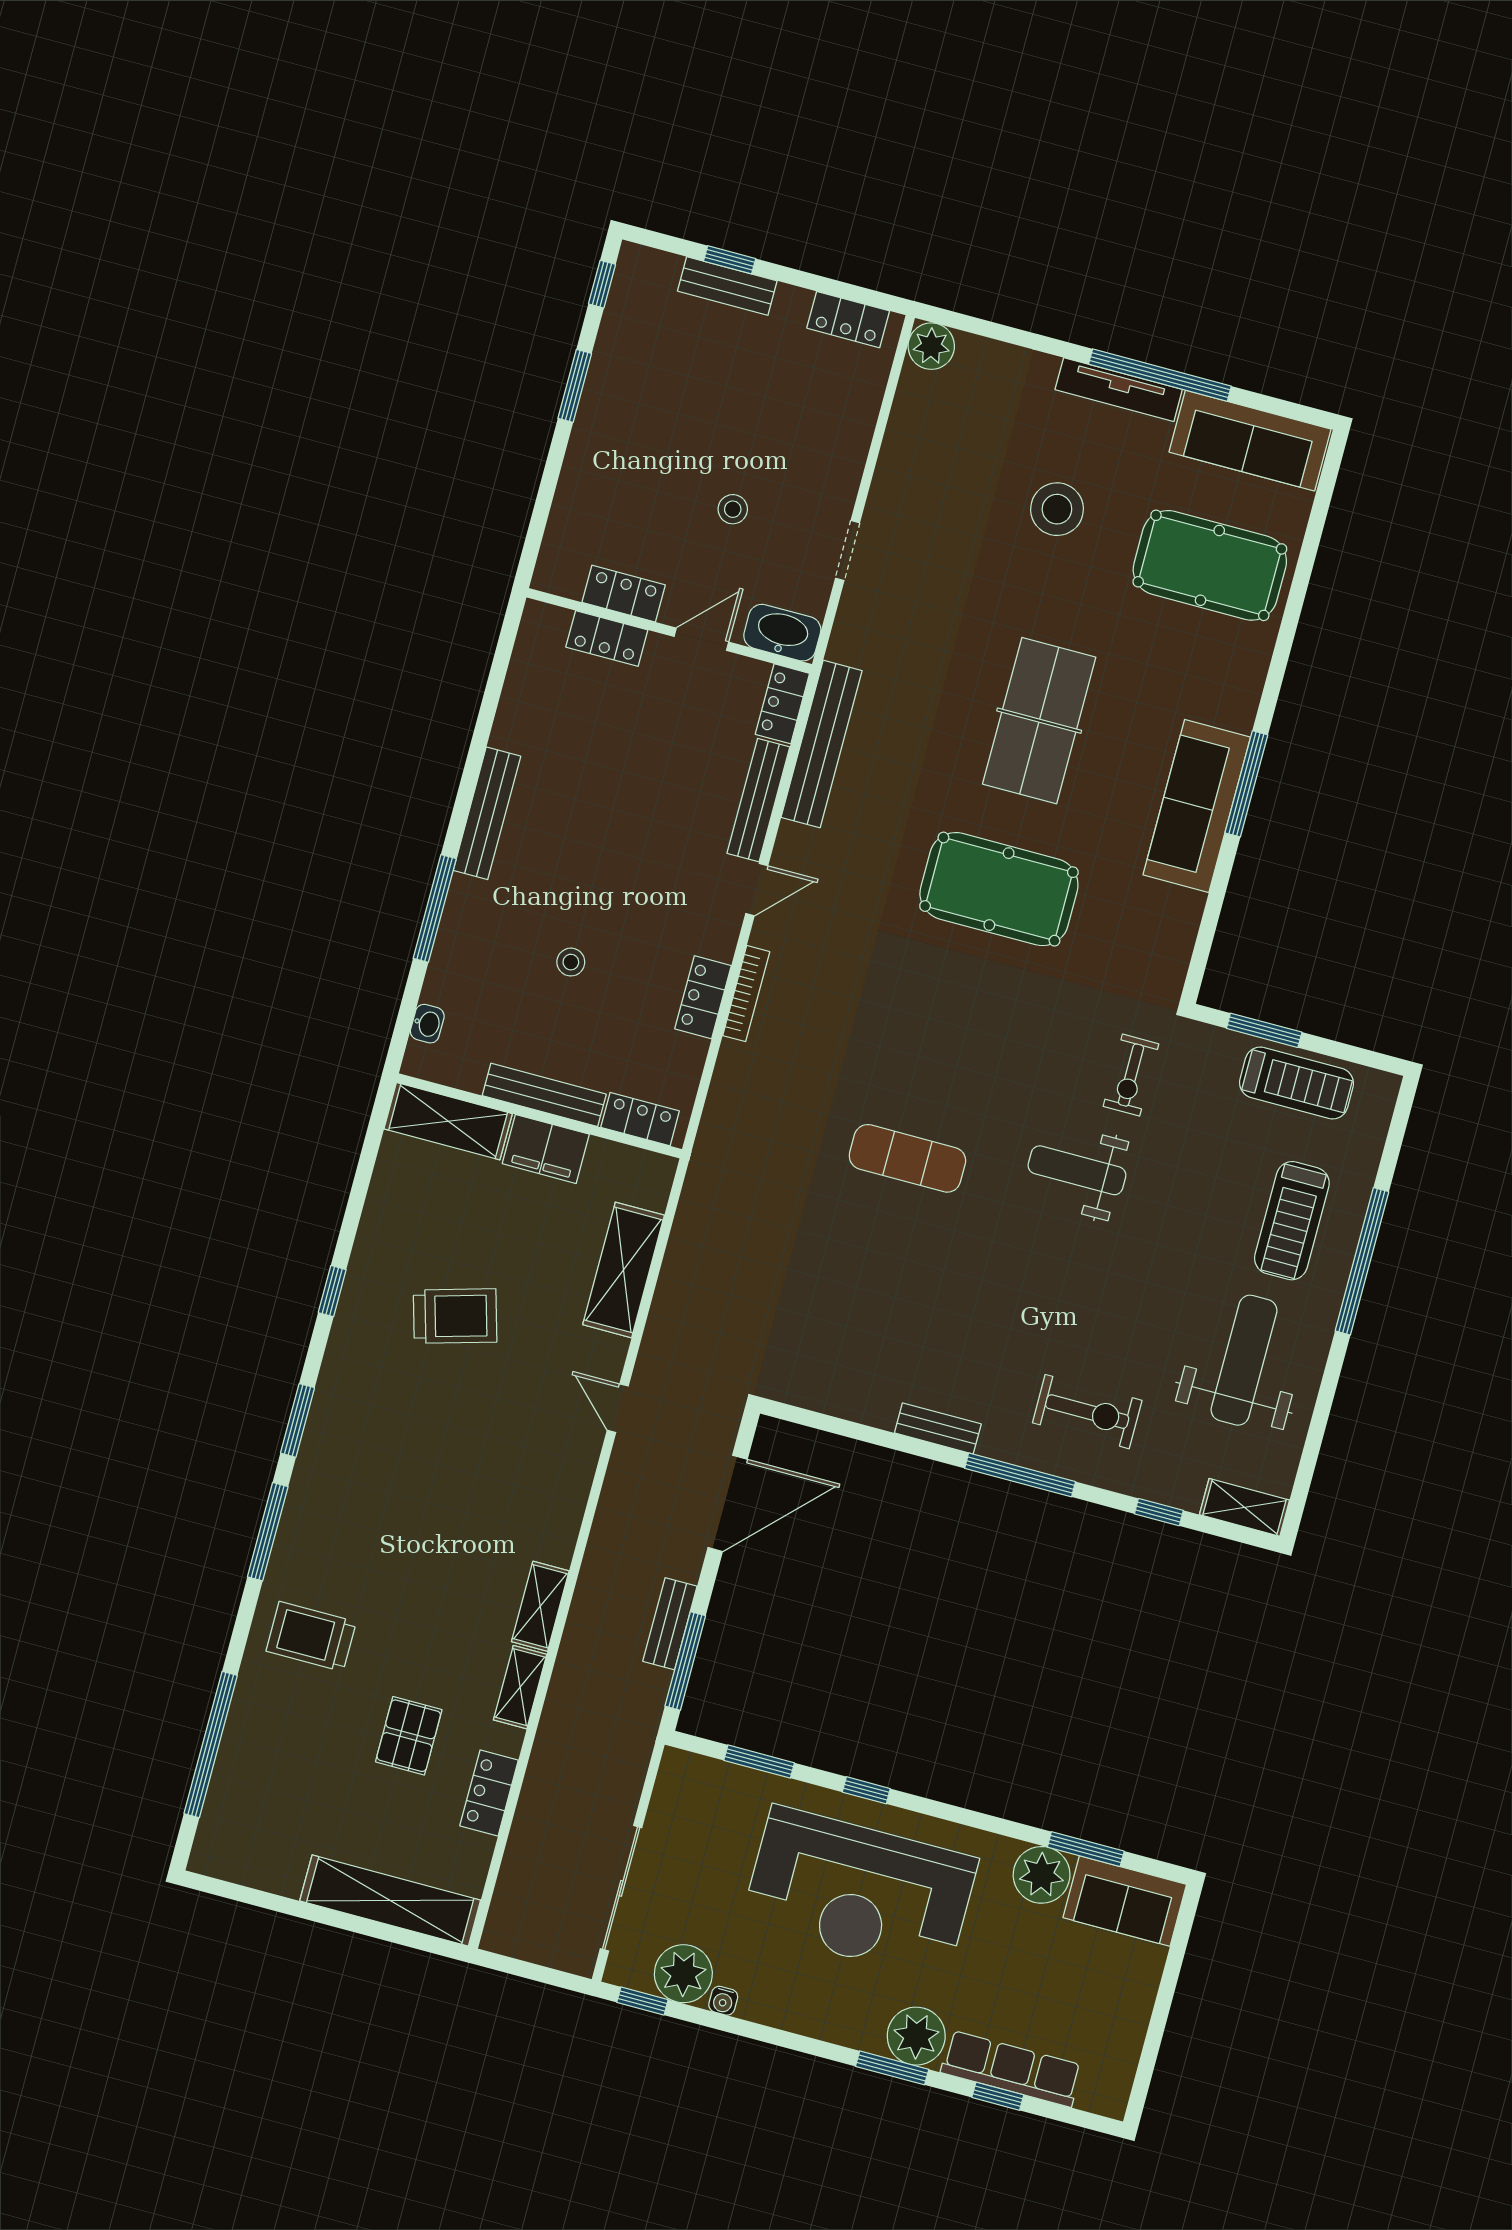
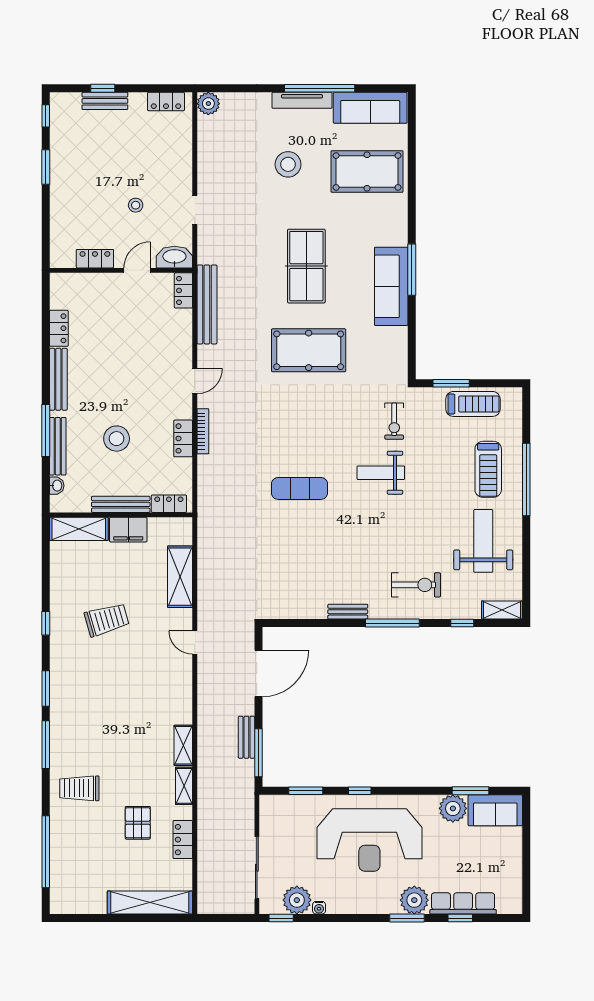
locker: (607, 639) -> (59, 328), moved, turned -90
bench: (758, 800) -> (58, 446), moved
stool: (571, 962) -> (117, 439), width x1.89, depth x1.89

